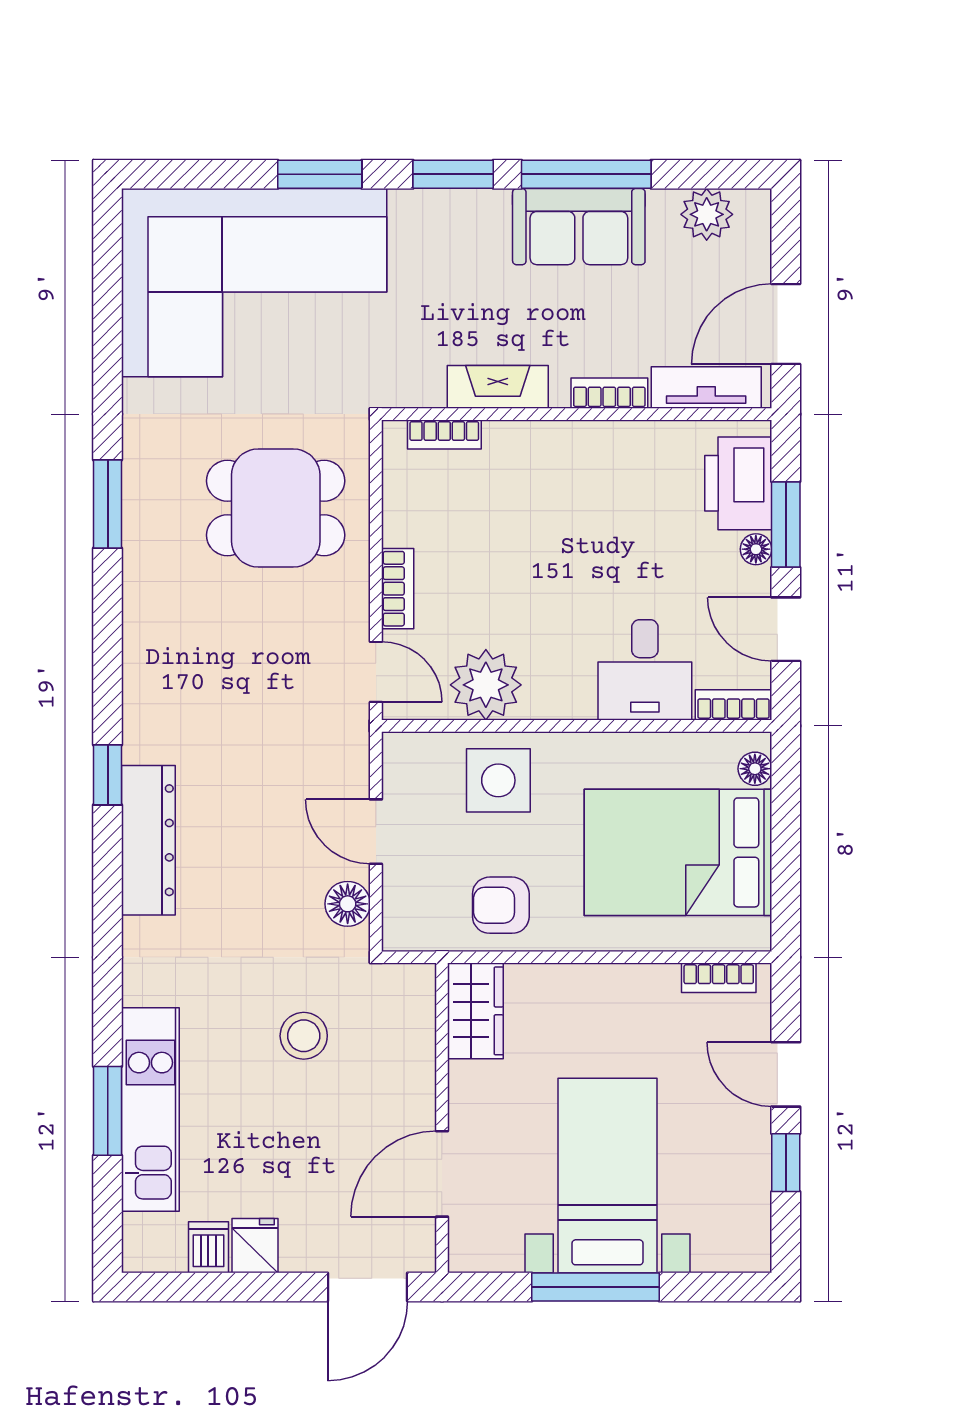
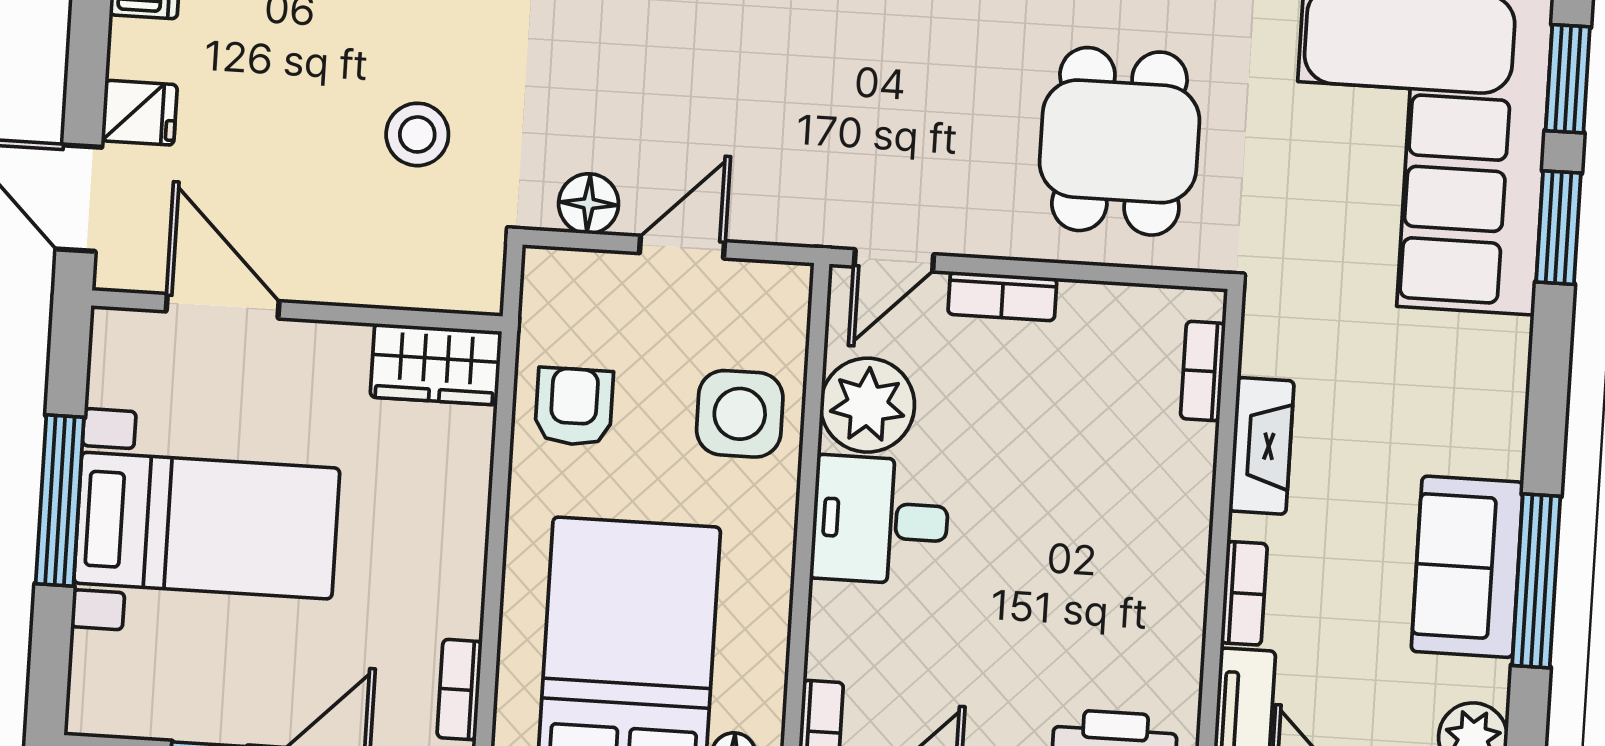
window: (453, 174) -> (1568, 79), moved
desk: (645, 670) -> (880, 520), moved
fridge: (255, 1246) -> (139, 113), moved

